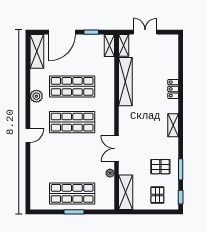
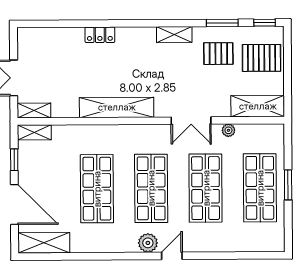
shelving: (125, 82) -> (117, 107), moved
plant: (36, 96) -> (148, 243), moved
shelving: (173, 125) -> (174, 35), moved
door: (28, 135) -> (172, 256), hinge flipped
shop shelf: (72, 158) -> (206, 188), added
pallet: (160, 167) -> (218, 54), turned 90
pallet: (157, 195) -> (262, 58), width x1.50, depth x1.42

